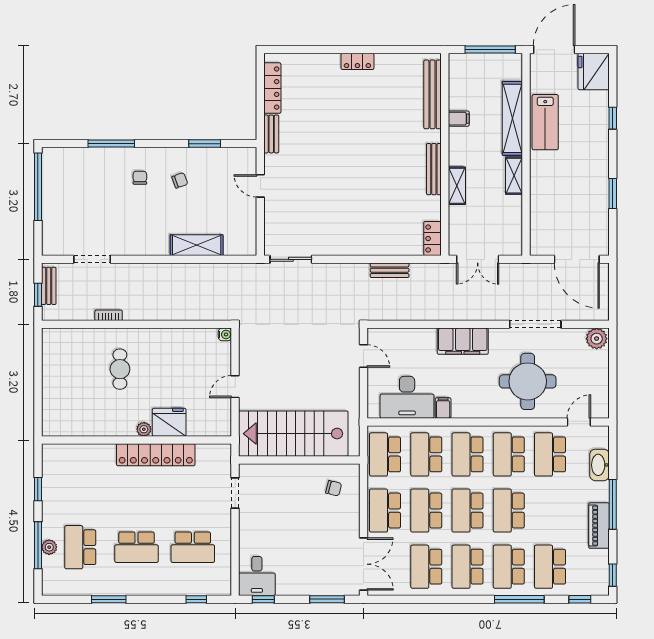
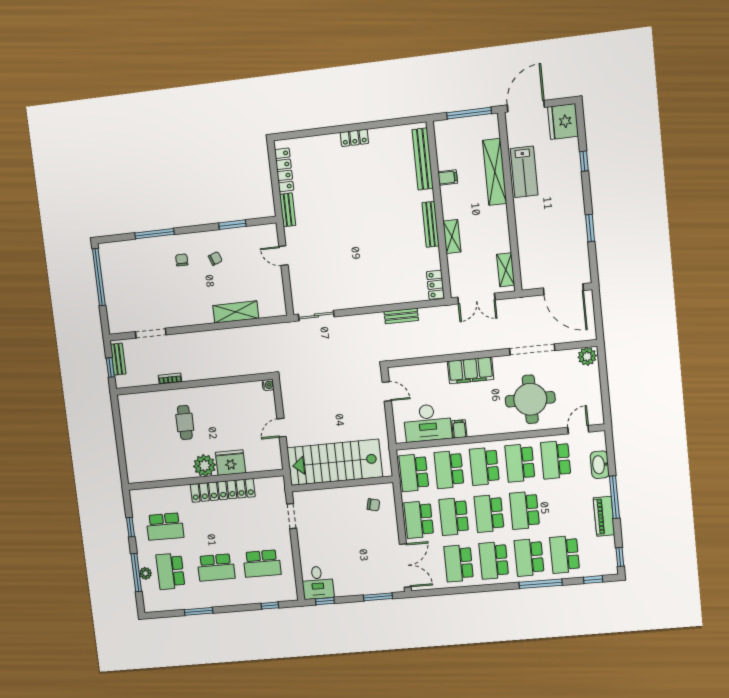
shelving: (514, 176) -> (506, 270), moved
plant: (144, 429) -> (205, 466), width x1.88, depth x1.88
school desk: (80, 492) -> (165, 526), added

